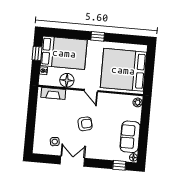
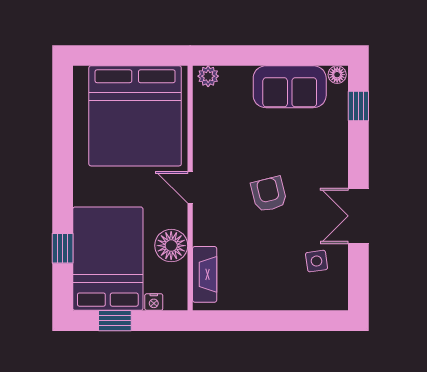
window: (98, 36) -> (63, 248), moved
door: (91, 91) -> (190, 187), swing flipped

